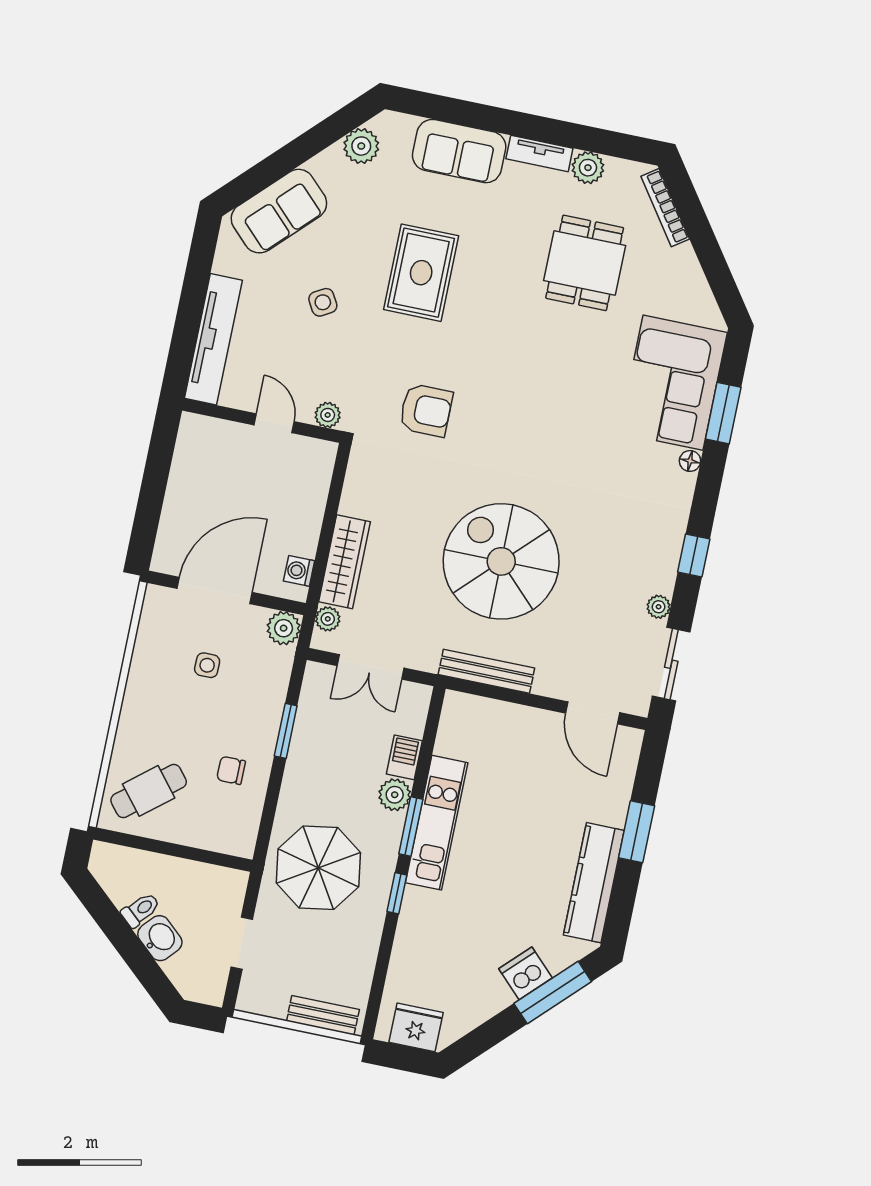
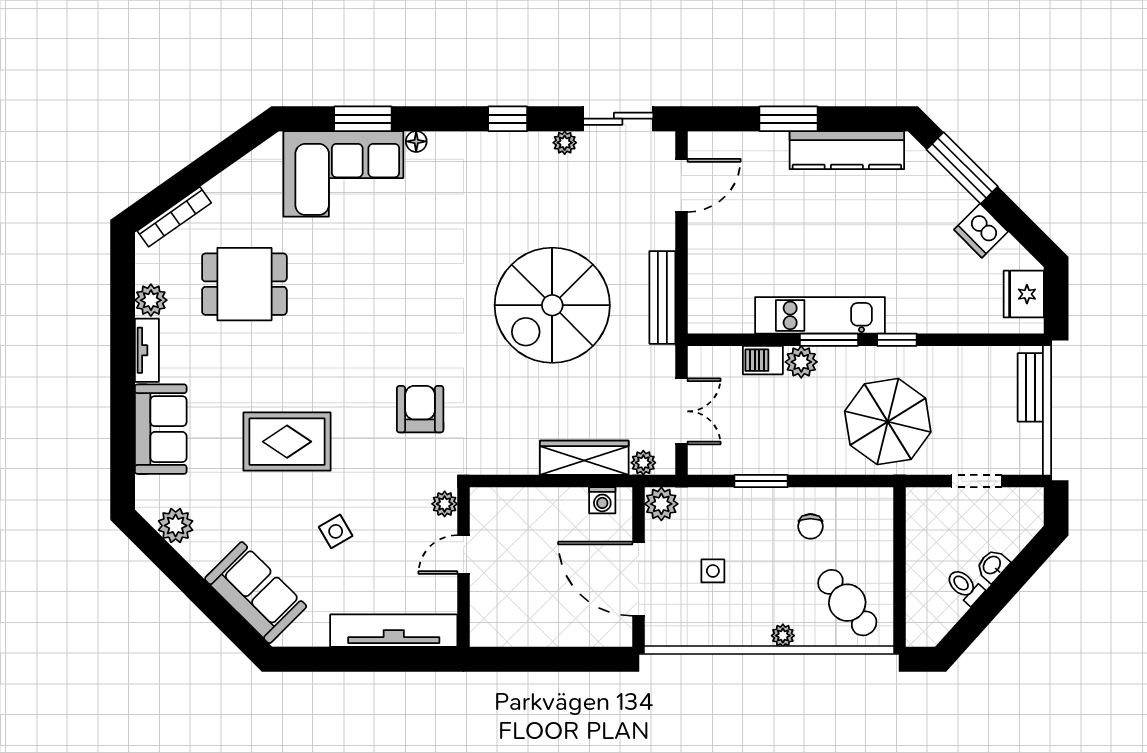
plant: (129, 721) -> (783, 636), added
washbasin: (160, 938) -> (992, 565), width x0.72, depth x0.69
dishwasher: (525, 973) -> (981, 231), moved

